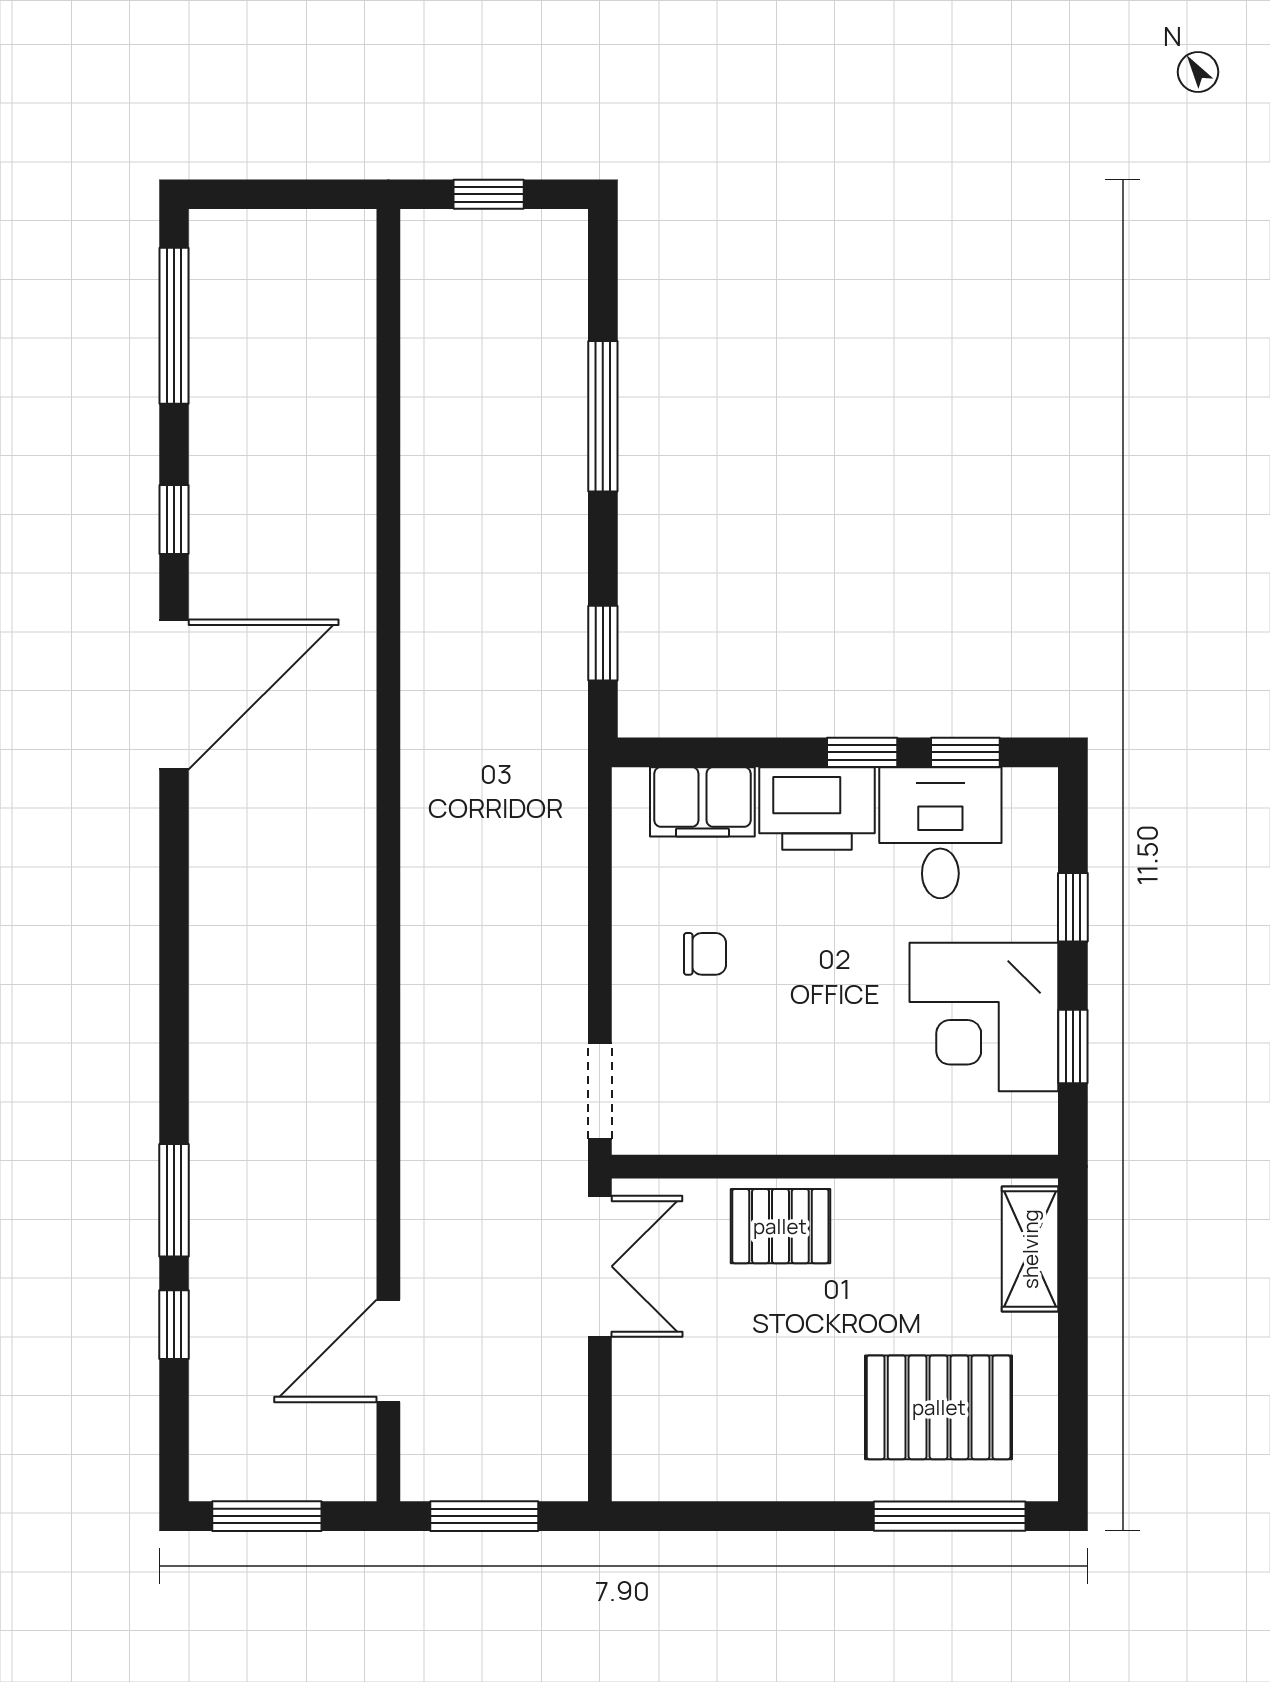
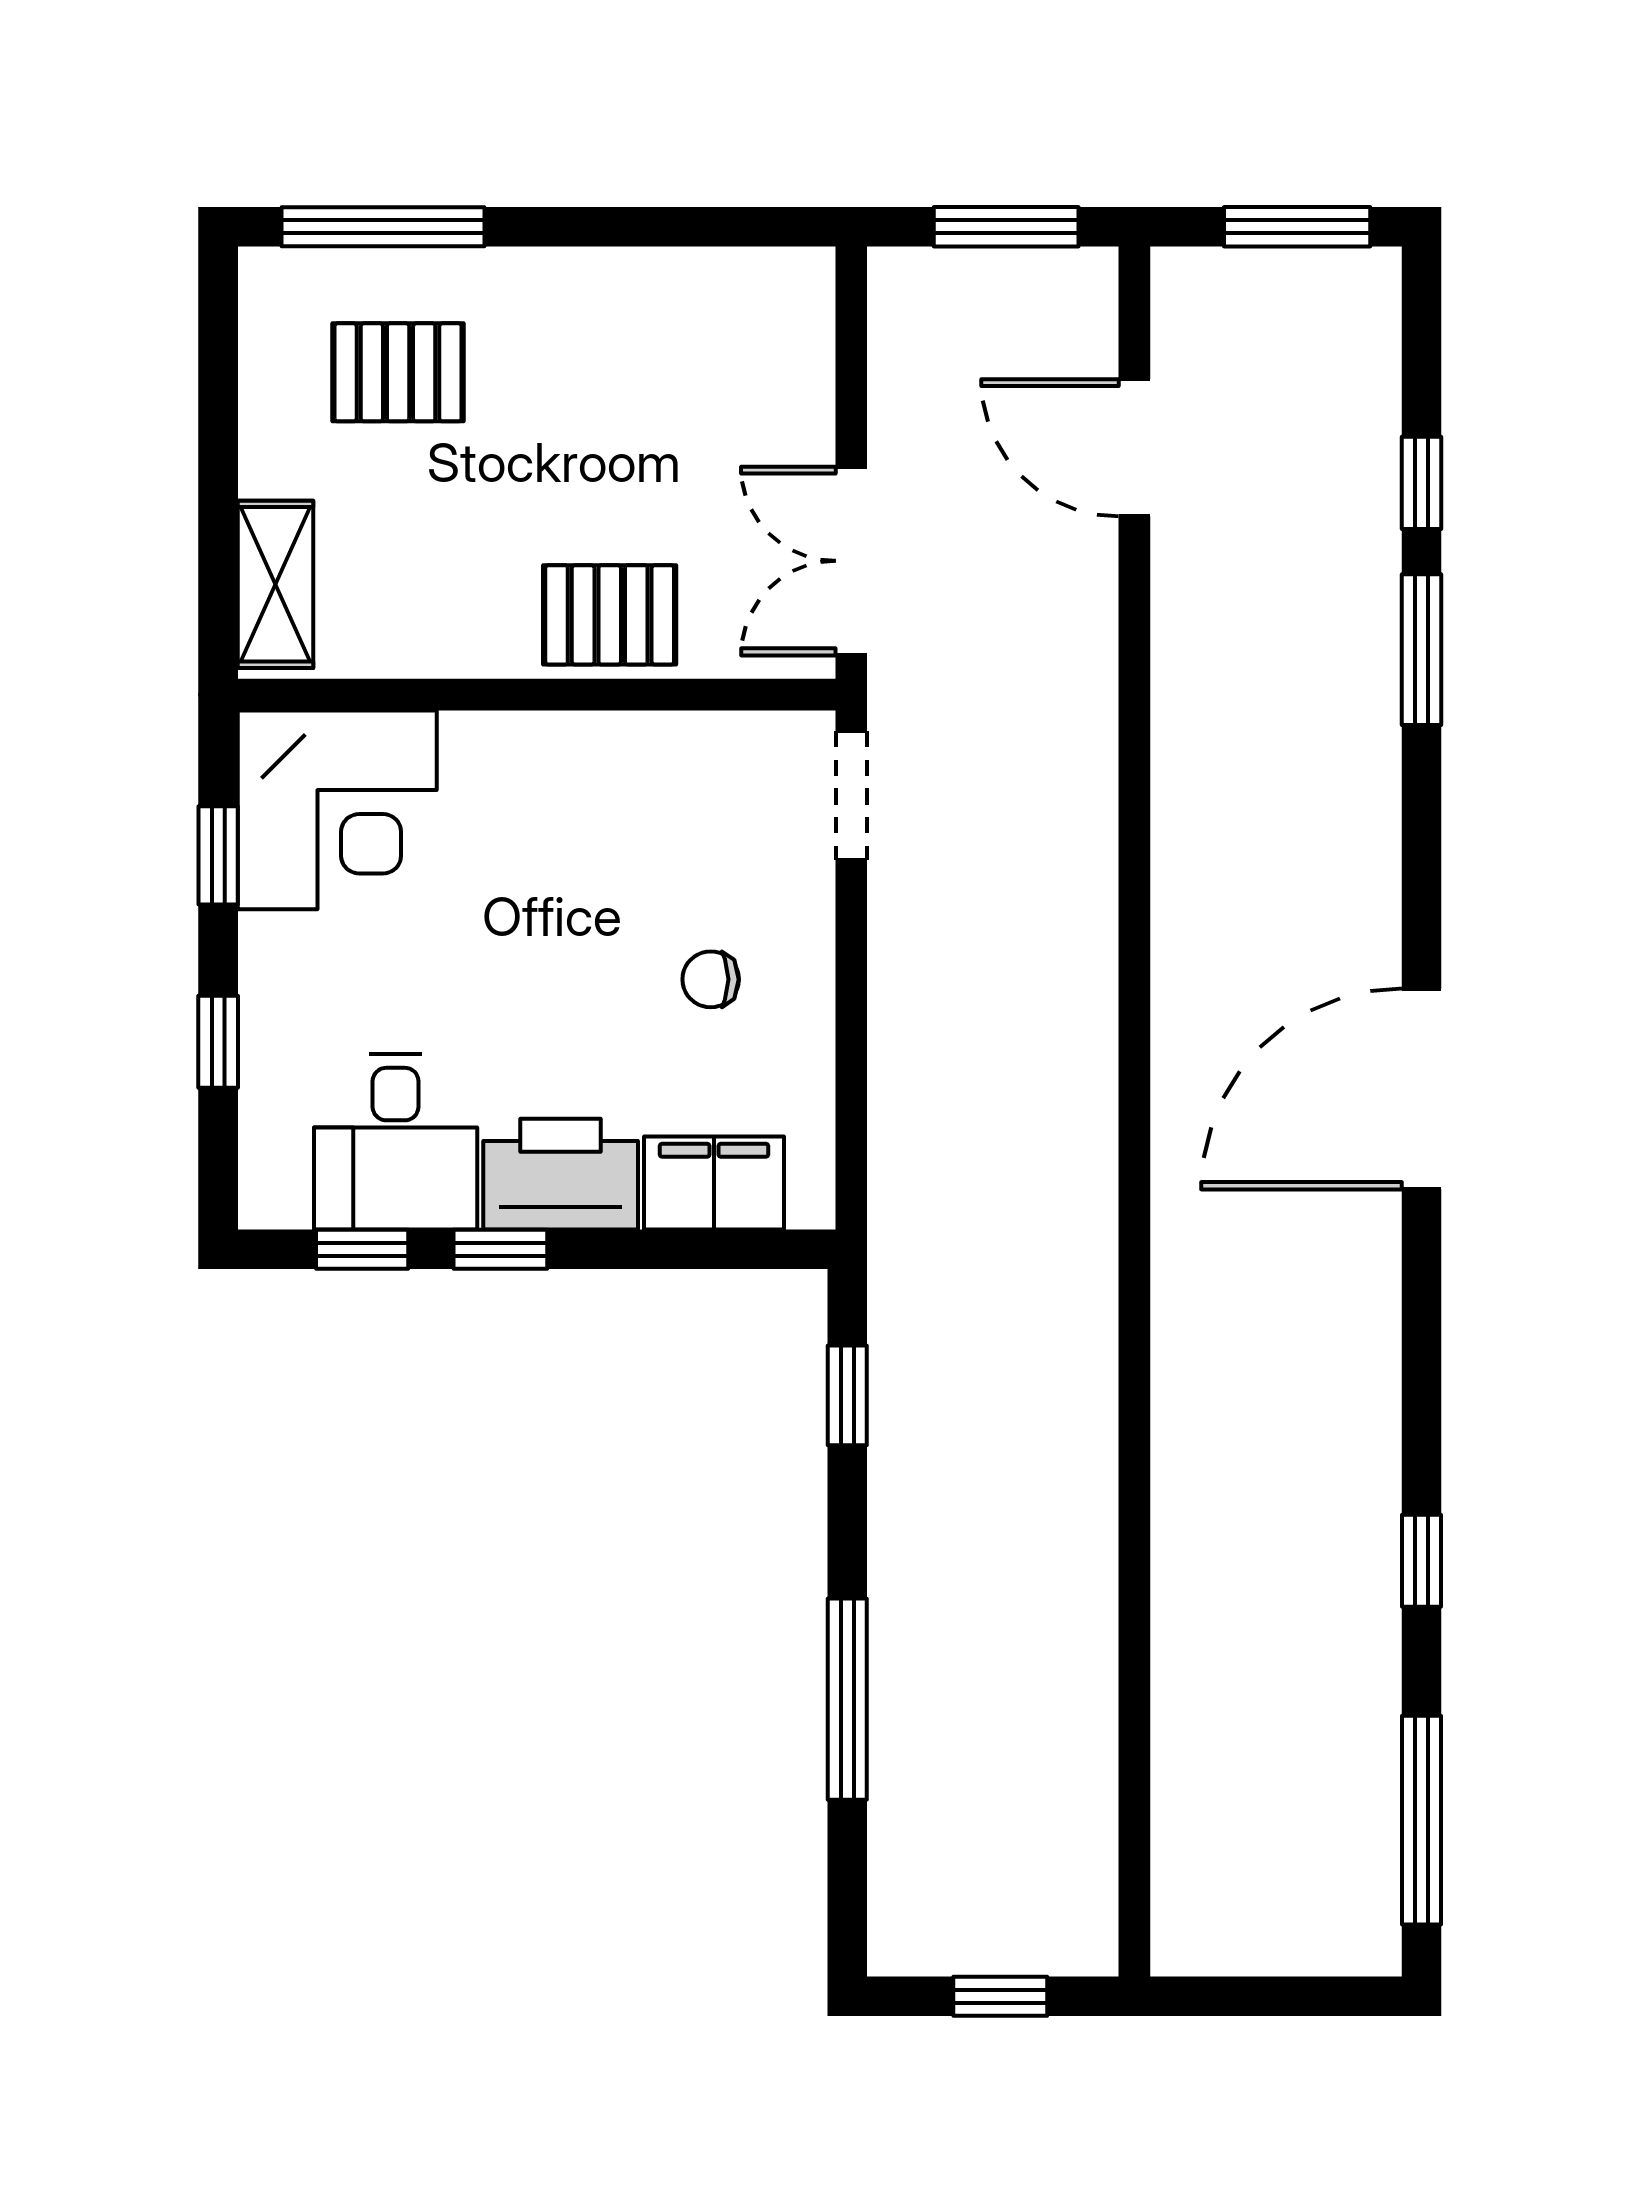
door: (174, 694) -> (1421, 1089), moved
corner desk: (984, 1017) -> (337, 810), moved, turned 90
door: (388, 1351) -> (1134, 448), swing flipped
pallet: (939, 1407) -> (398, 372), width x0.67, depth x0.71

